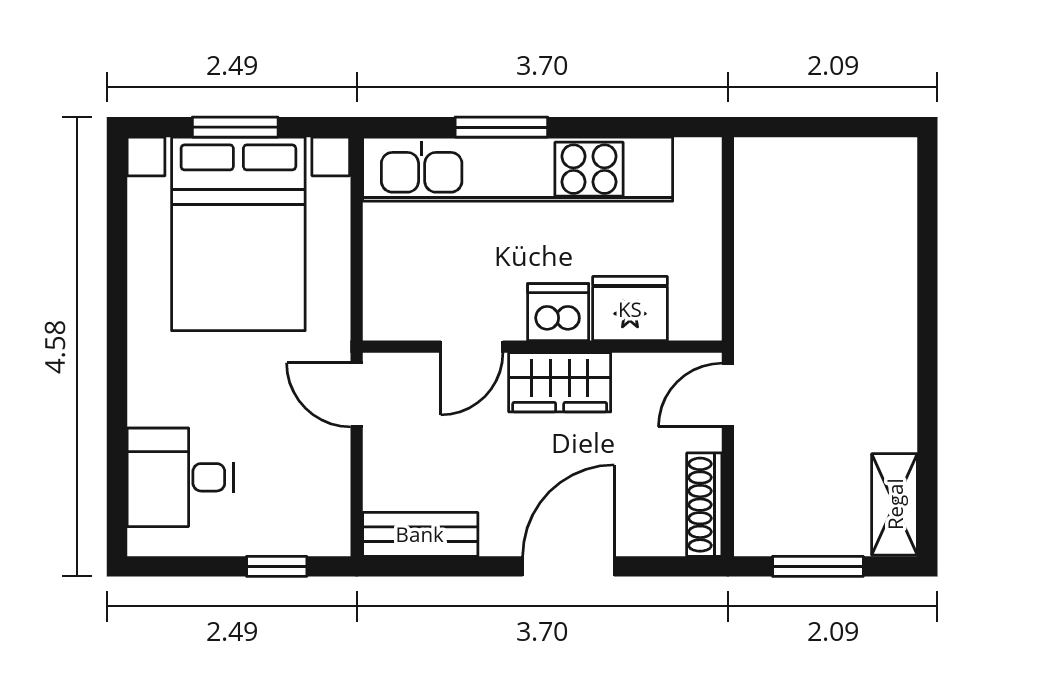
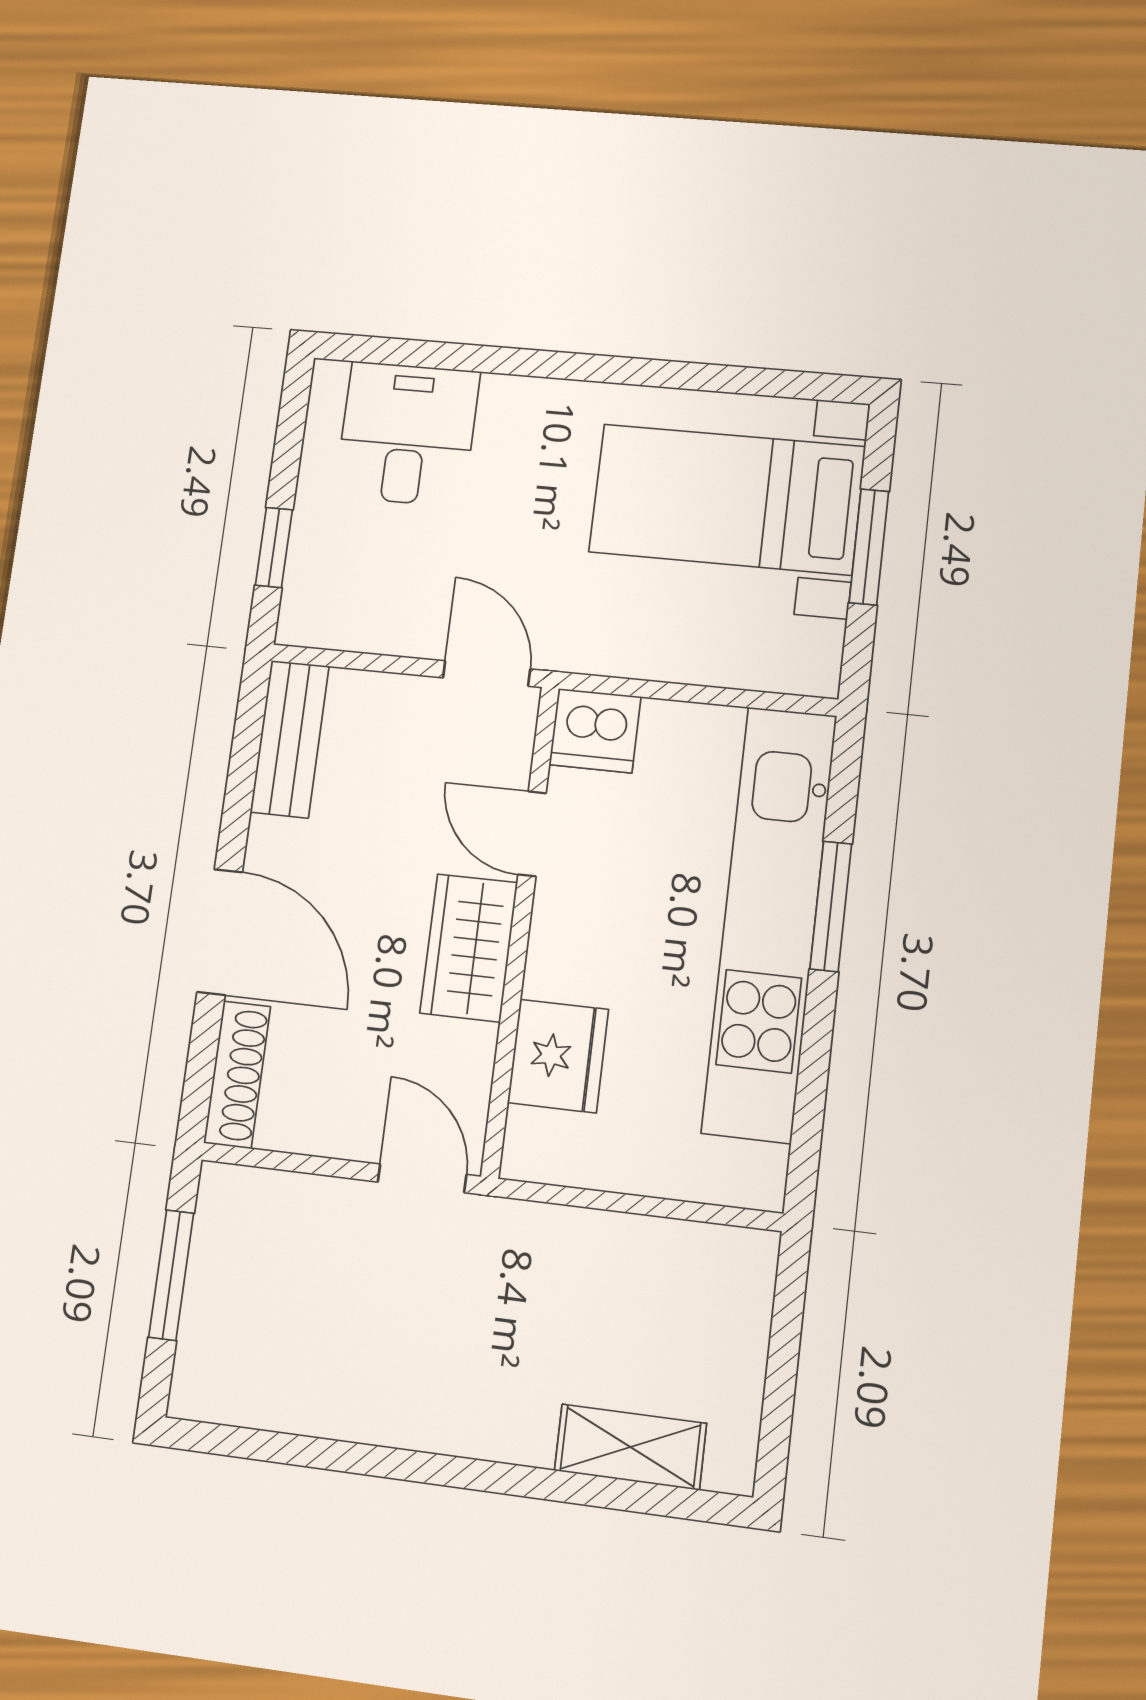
bed with nightstands: (238, 234) -> (727, 499), width x0.73
dishwasher: (558, 312) -> (595, 731), moved, turned 90
door: (357, 395) -> (486, 673), hinge flipped
shelving: (895, 504) -> (630, 1447), moved
shoe rack: (704, 505) -> (237, 1075), moved, turned 90

